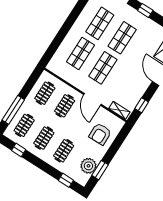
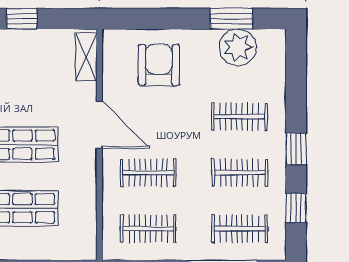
door: (92, 99) -> (99, 125), hinge flipped
window: (142, 105) -> (22, 19), moved
armchair: (100, 134) -> (159, 65), turned -89
window: (66, 180) -> (296, 149), moved

